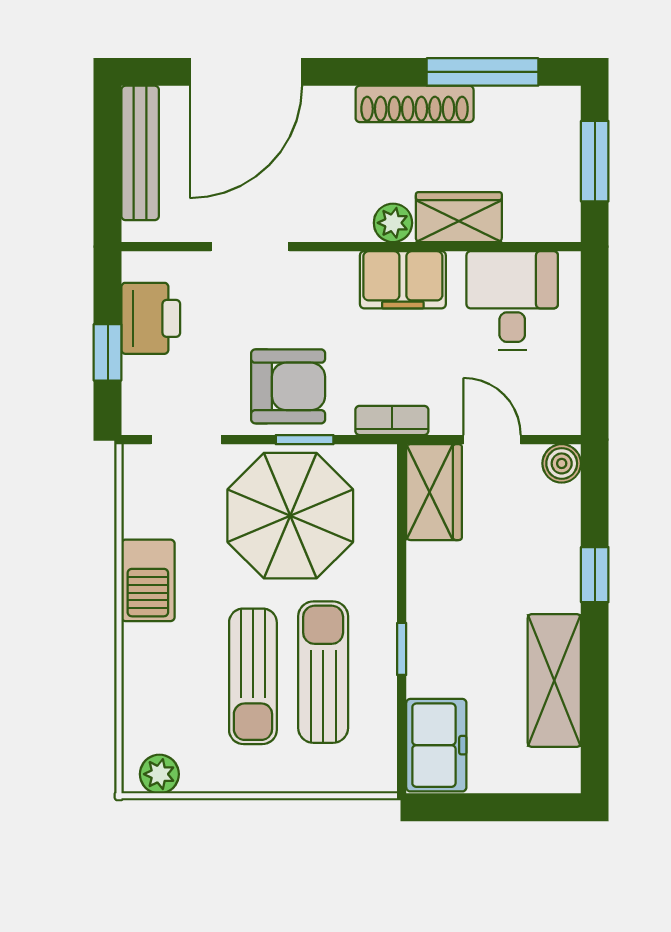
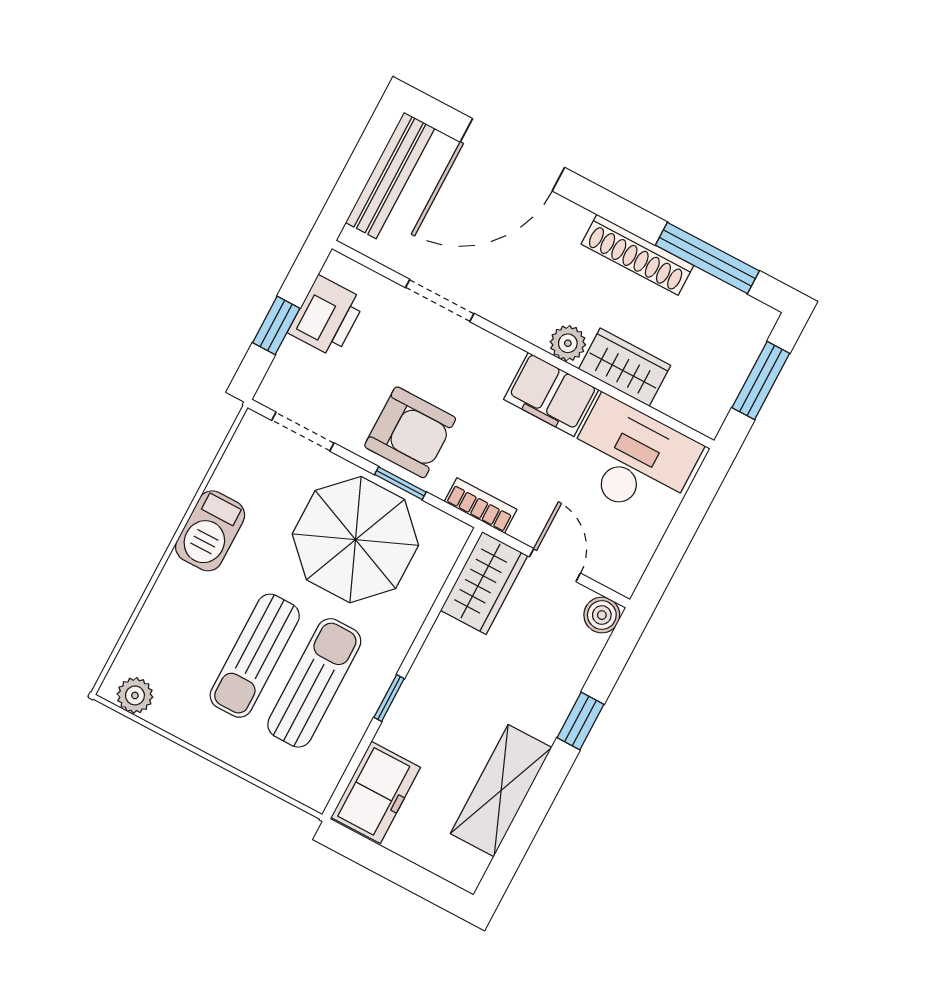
desk: (512, 300) -> (632, 459), width x1.37

